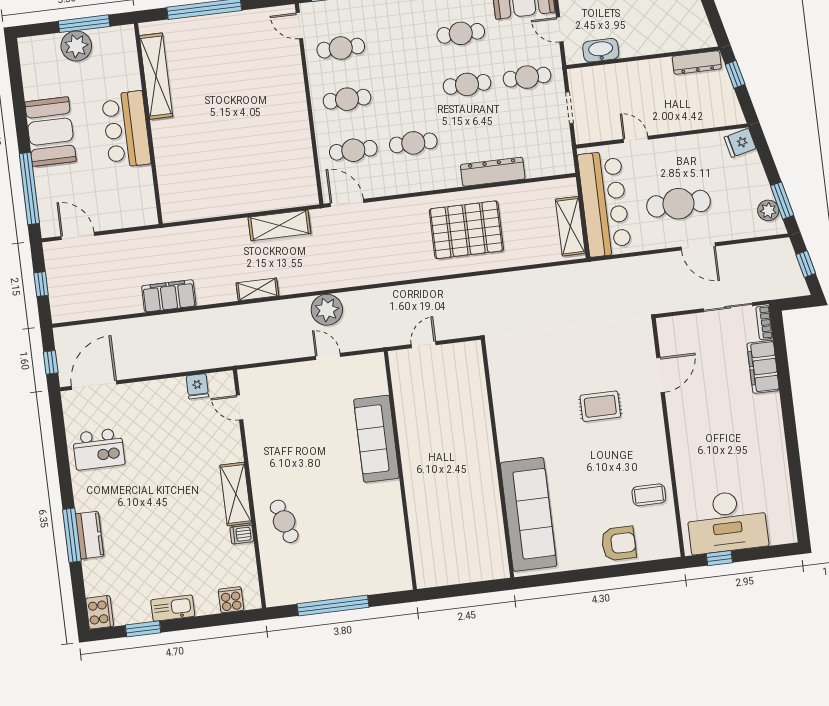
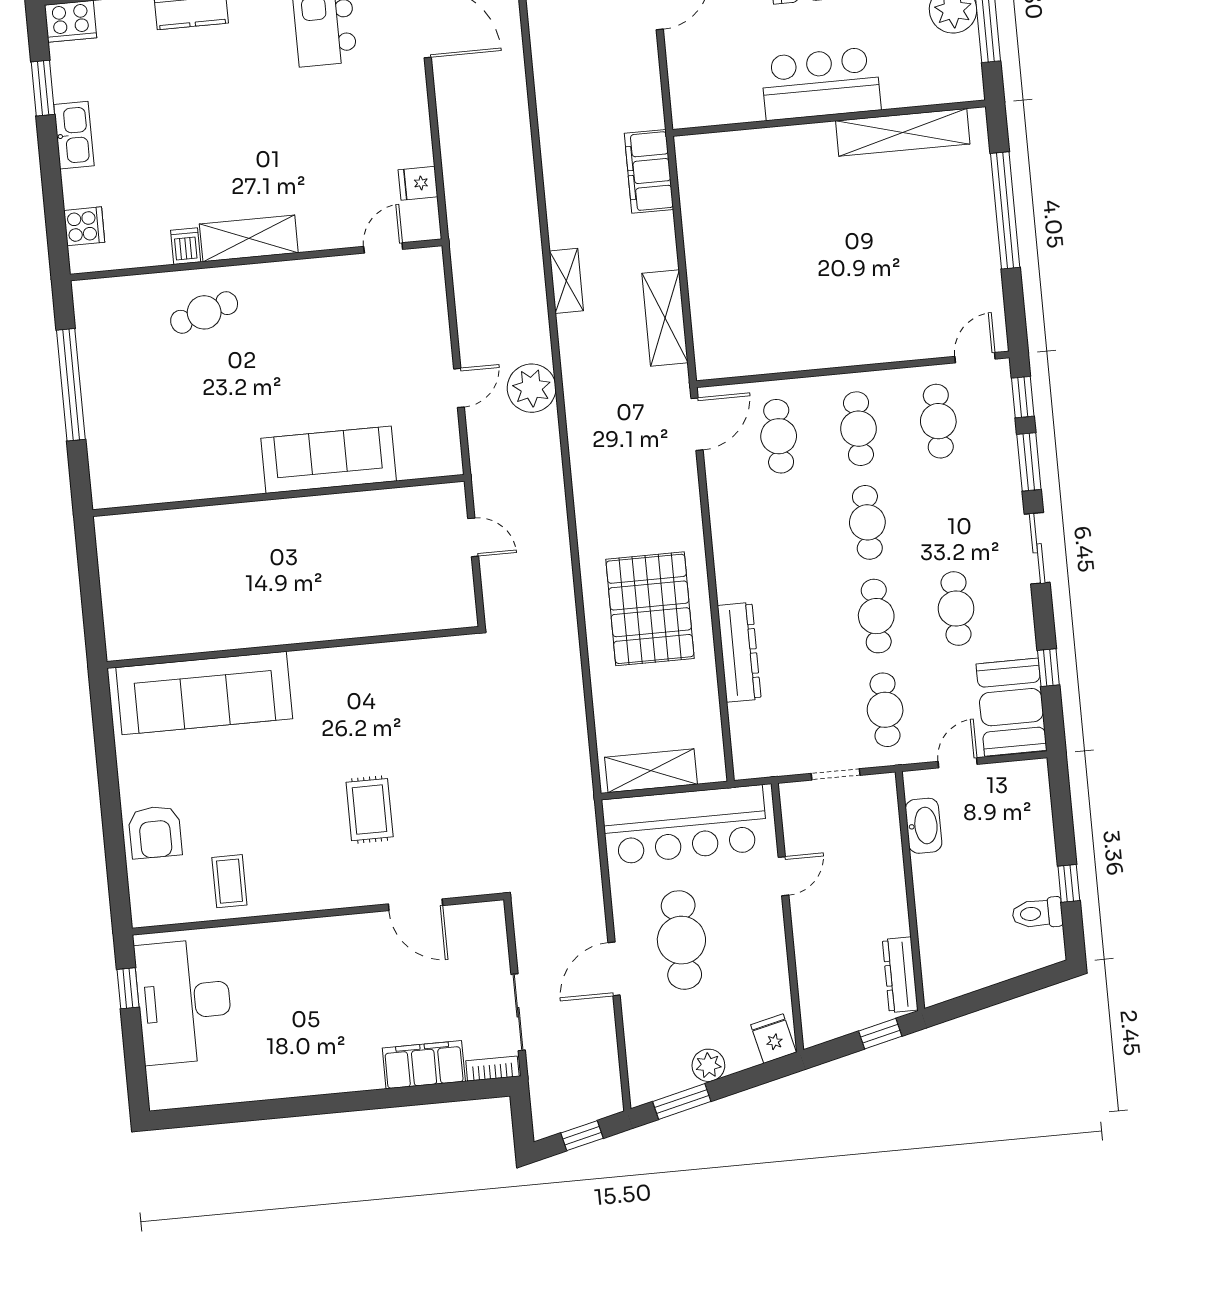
cafe table: (413, 143) -> (867, 522), moved
plant: (768, 210) -> (708, 1065), moved
filing cabinet: (169, 296) -> (649, 171), moved, turned 180

